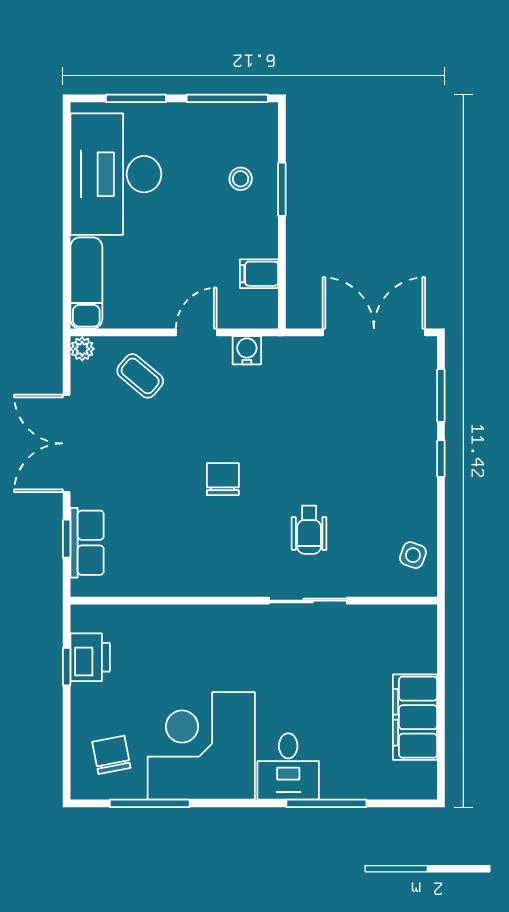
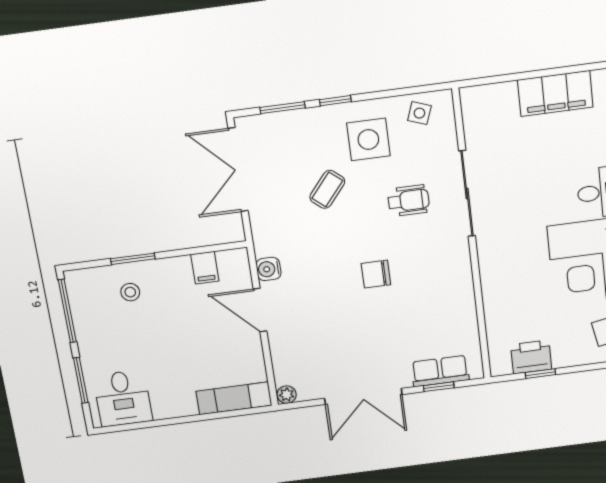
desk: (116, 174) -> (123, 398), width x0.53, depth x0.77
door: (196, 332) -> (260, 310), width x1.38
coffee table: (140, 376) -> (327, 189), moved
side table: (390, 491) -> (368, 140), added
sliding door: (308, 601) -> (467, 194), width x1.37

